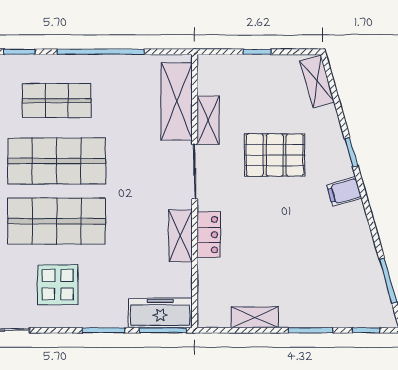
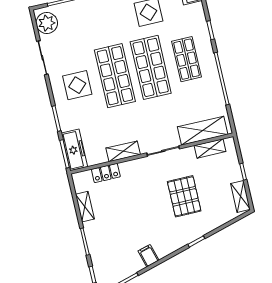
shelving: (317, 81) -> (240, 196), moved, turned -74
shelving: (208, 120) -> (210, 149), moved
filing cabinet: (344, 192) -> (148, 256), moved
locker: (209, 235) -> (106, 173), moved

